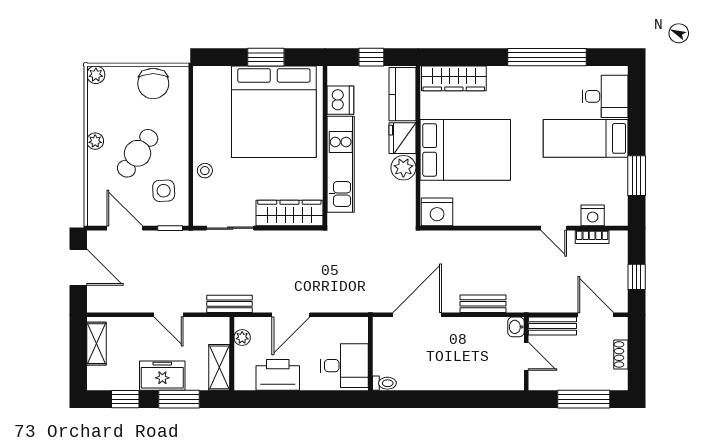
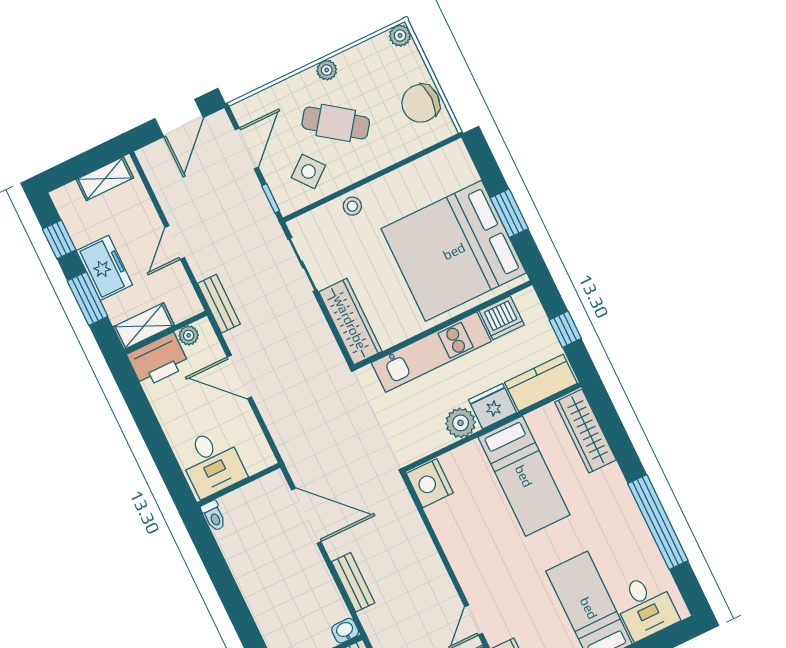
bed: (465, 150) -> (524, 476), width x0.67
side table: (164, 191) -> (308, 171), turned -36
printer: (278, 375) -> (158, 360), moved, turned 90

